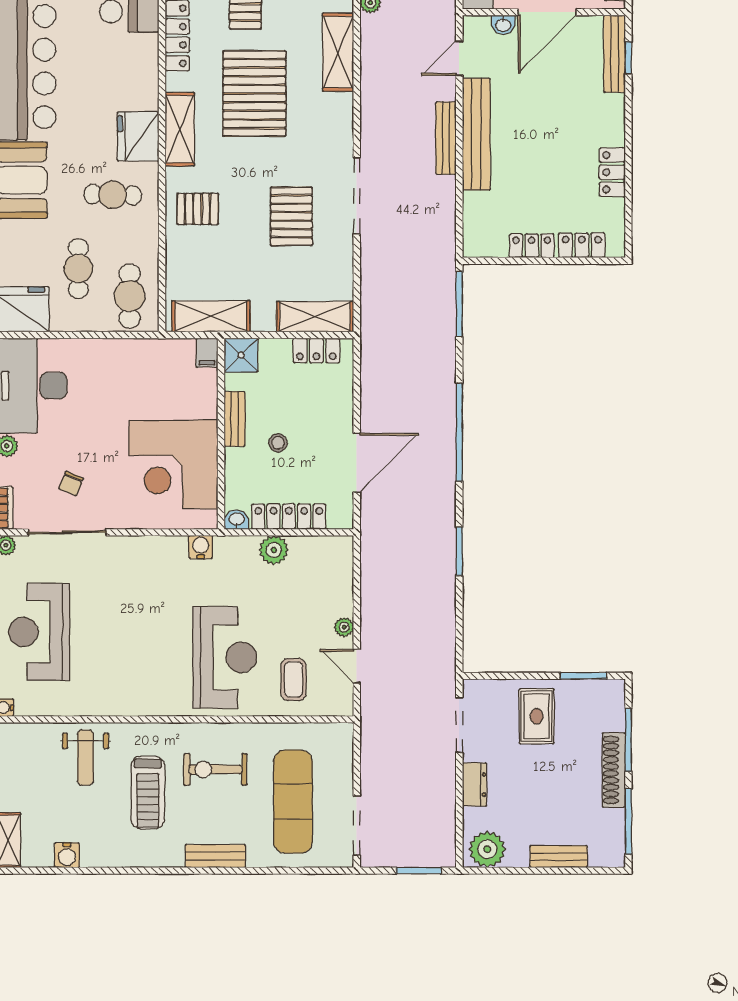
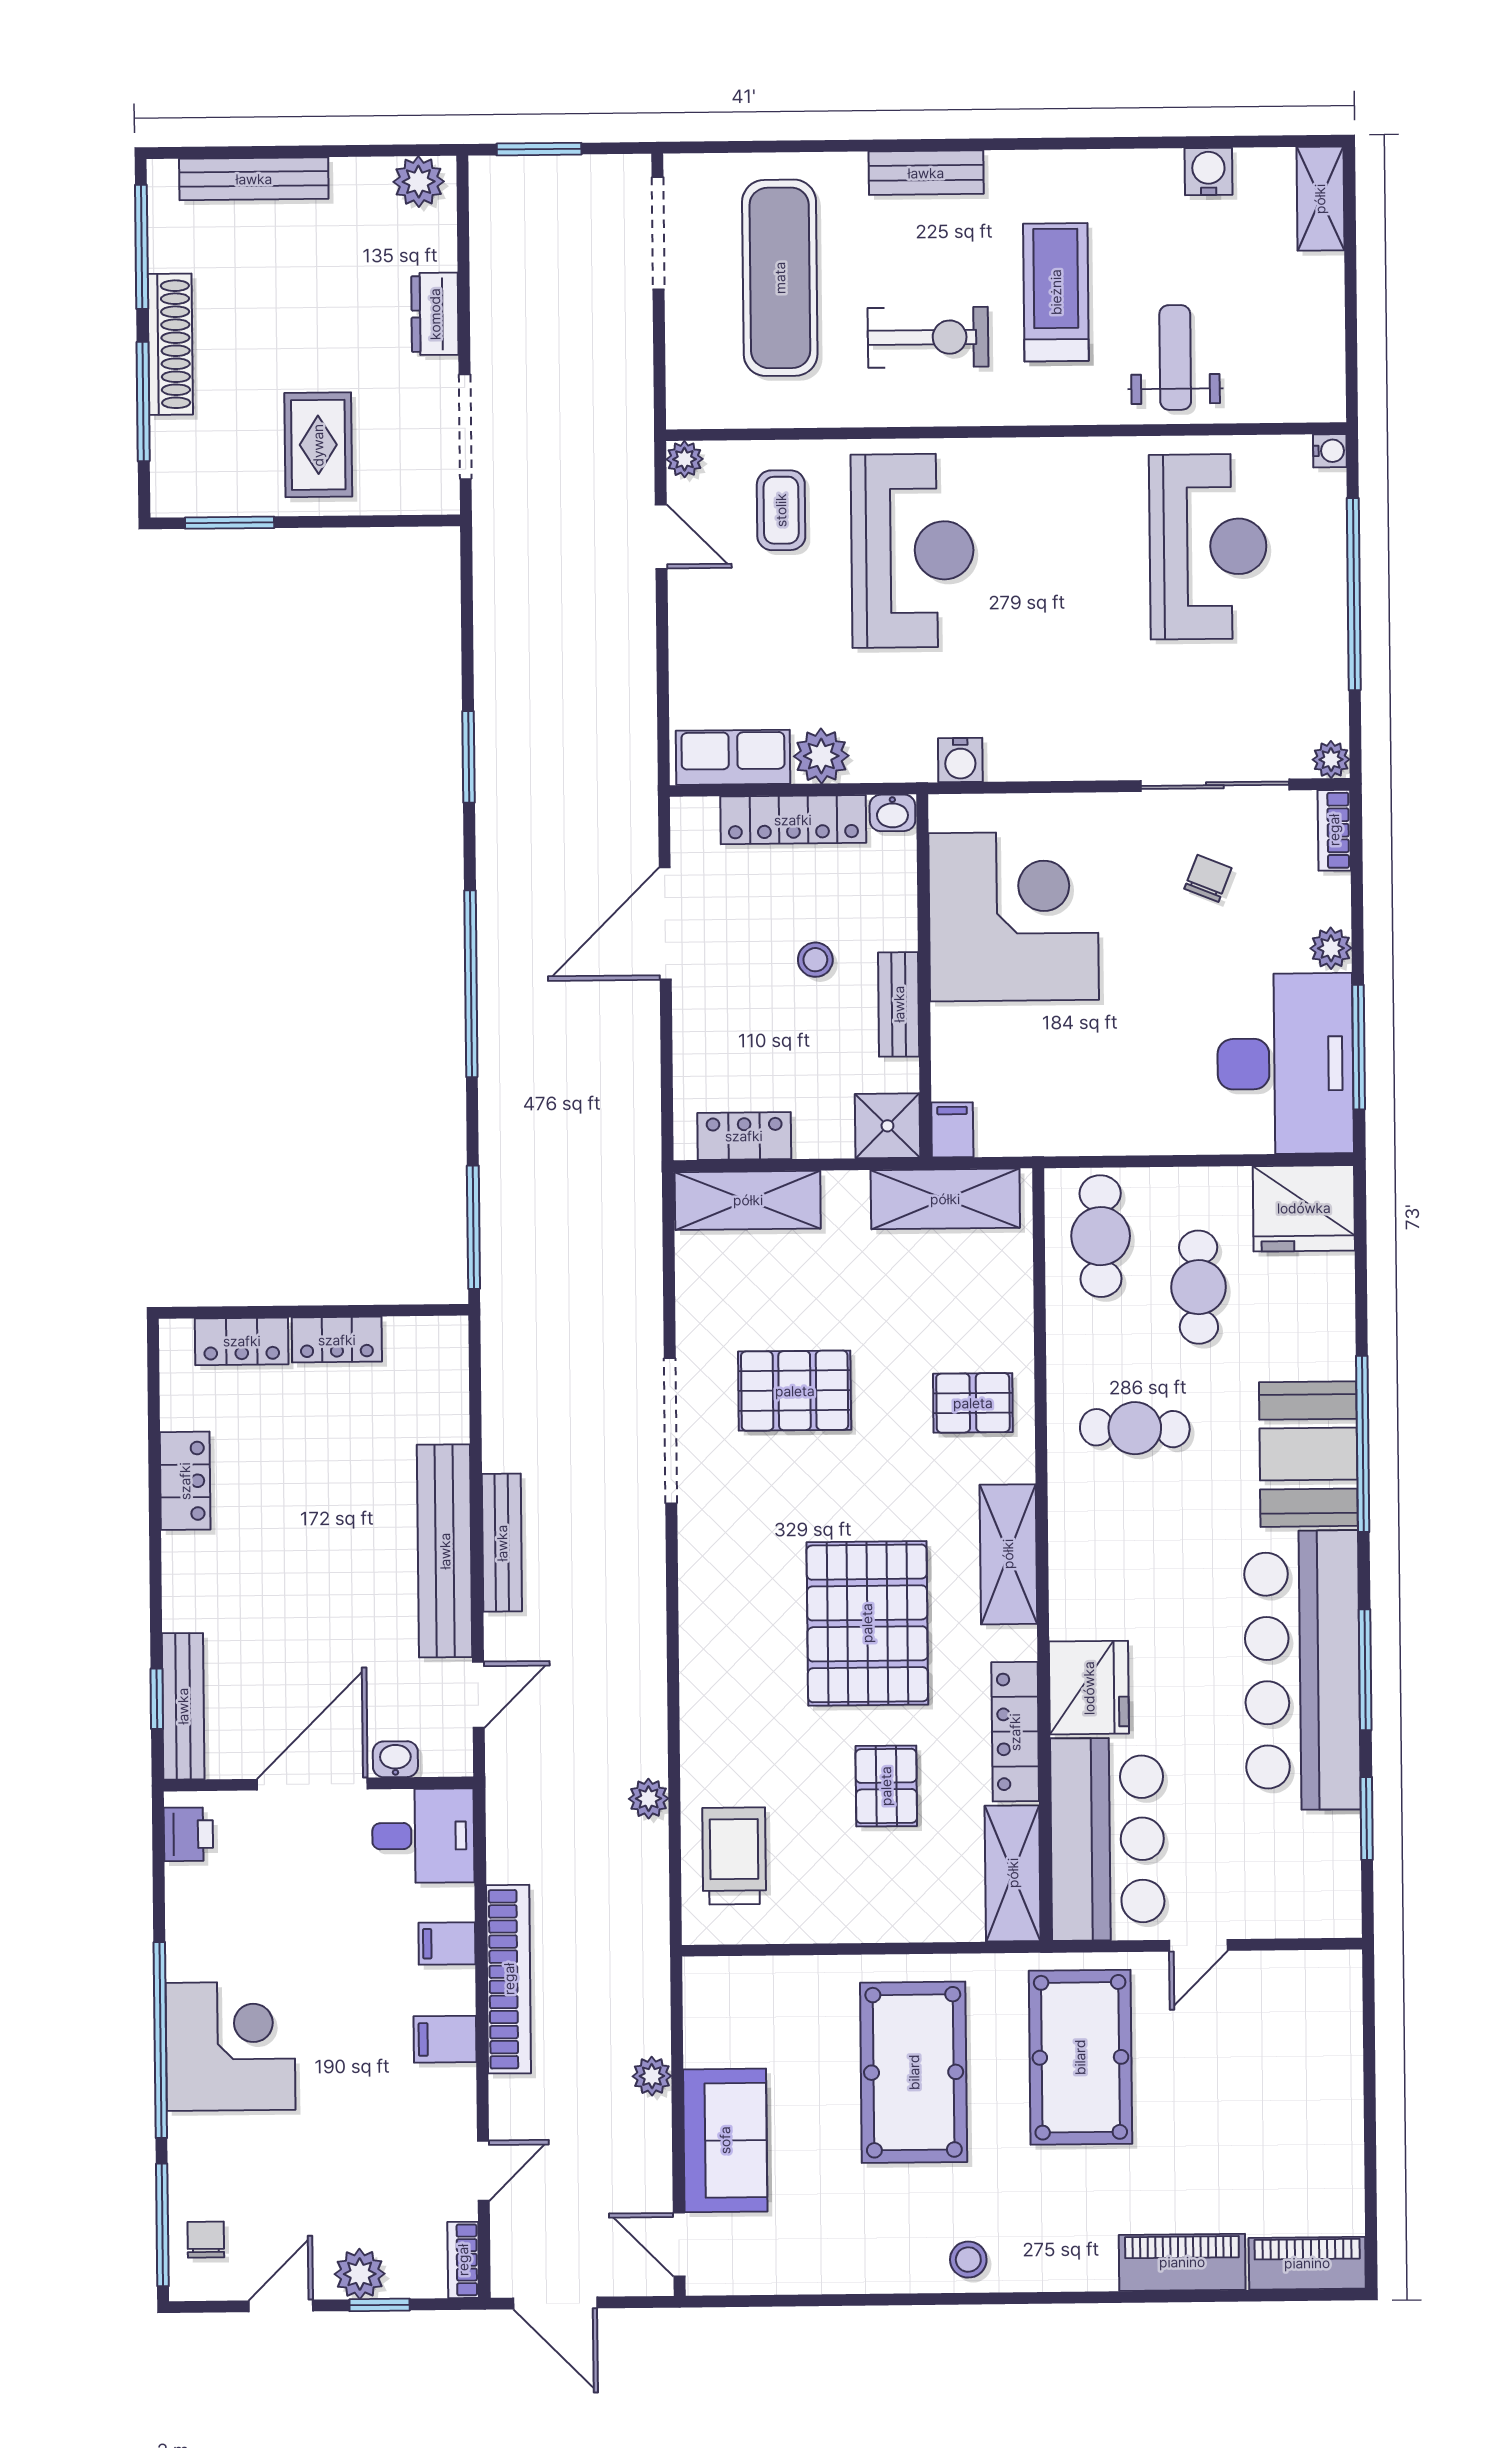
shelving: (338, 52) -> (709, 1704), removed
fridge: (138, 136) -> (1089, 1688), moved
pallet: (291, 216) -> (795, 1391), turned 90
row of seats: (320, 550) -> (733, 757), added
plant: (344, 627) -> (684, 459), moved
reception desk: (39, 632) -> (1208, 547), moved
reception desk: (225, 657) -> (912, 551), turned 180
plant: (487, 849) -> (419, 182), width x0.73, depth x0.73
bench: (559, 857) -> (254, 179), width x1.36

